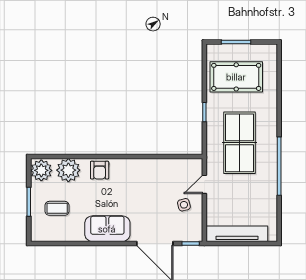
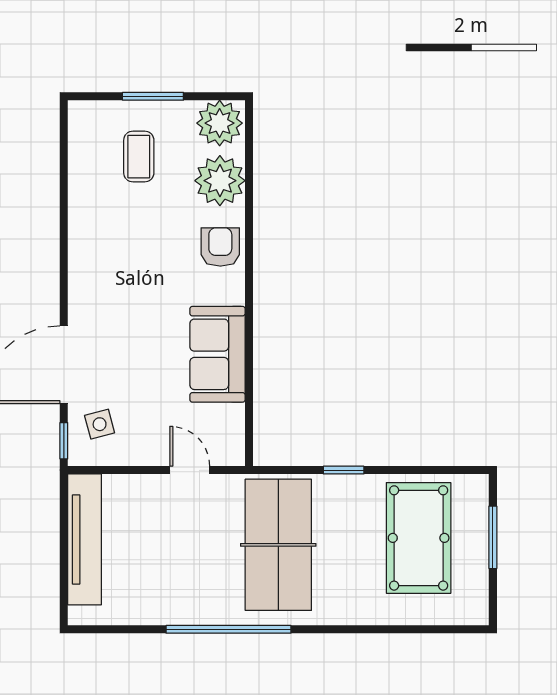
table tennis table: (239, 143) -> (278, 545), turned 90
armchair: (100, 170) -> (220, 247), turned 90
side table: (184, 205) -> (100, 424), moved
sofa: (107, 229) -> (217, 354), moved, turned 180

